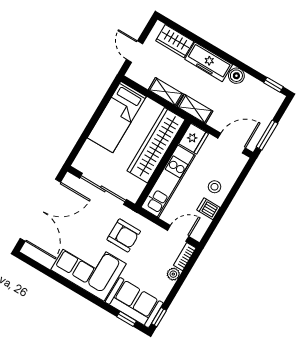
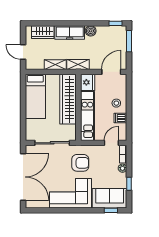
window: (267, 135) -> (129, 41), moved
window: (159, 317) -> (129, 184), moved

